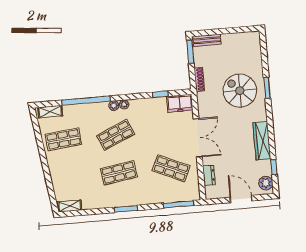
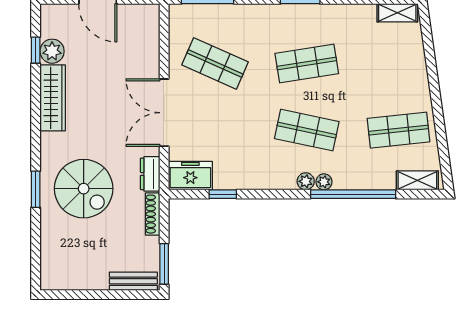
plant: (124, 104) -> (324, 182), moved
shop shelf: (116, 135) -> (307, 130), turned 36
dresser: (209, 175) -> (150, 174), moved
plant: (266, 183) -> (52, 51), moved

